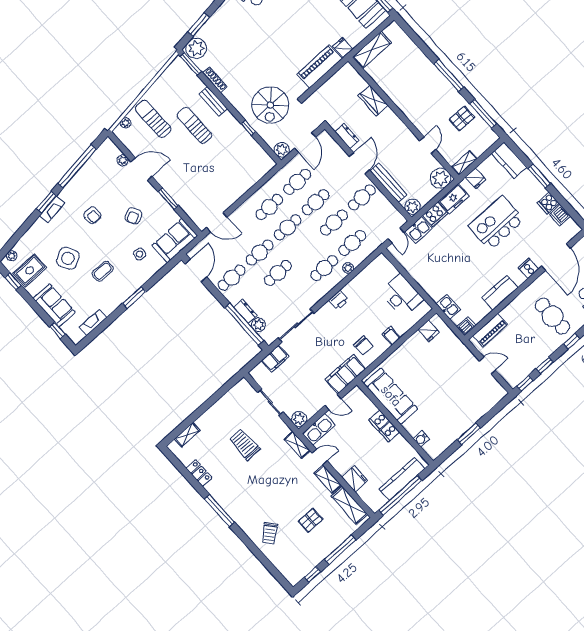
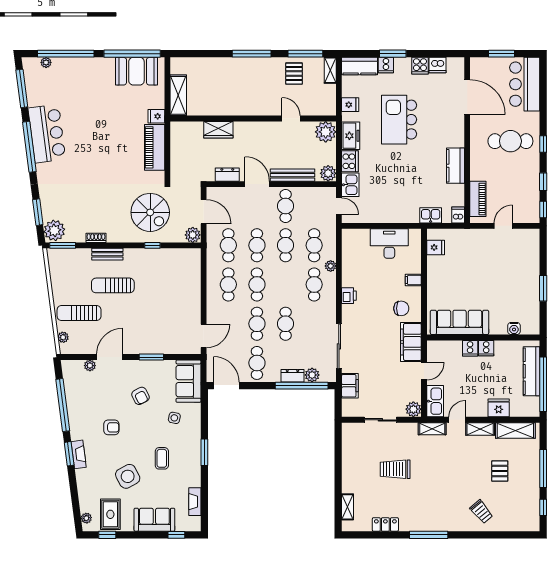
shoe rack: (215, 80) -> (96, 238), width x0.70
shelving: (464, 163) -> (330, 70), moved
cooker: (528, 268) -> (386, 65), moved, turned -90

